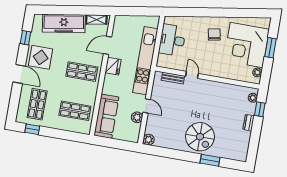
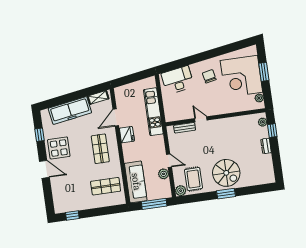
desk: (172, 40) -> (178, 80), moved, turned 81
kitchen unit: (145, 61) -> (153, 112), width x0.73
shop shelf: (82, 72) -> (100, 149), turned 90
shop shelf: (37, 104) -> (69, 191), removed
rug: (165, 132) -> (193, 179), added
window: (118, 144) -> (154, 204), added
window: (210, 160) -> (226, 194), moved

